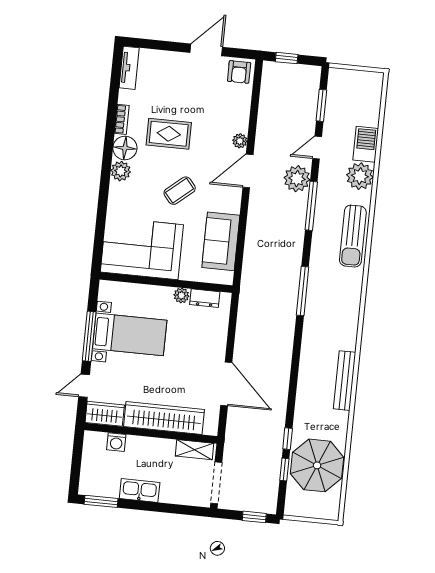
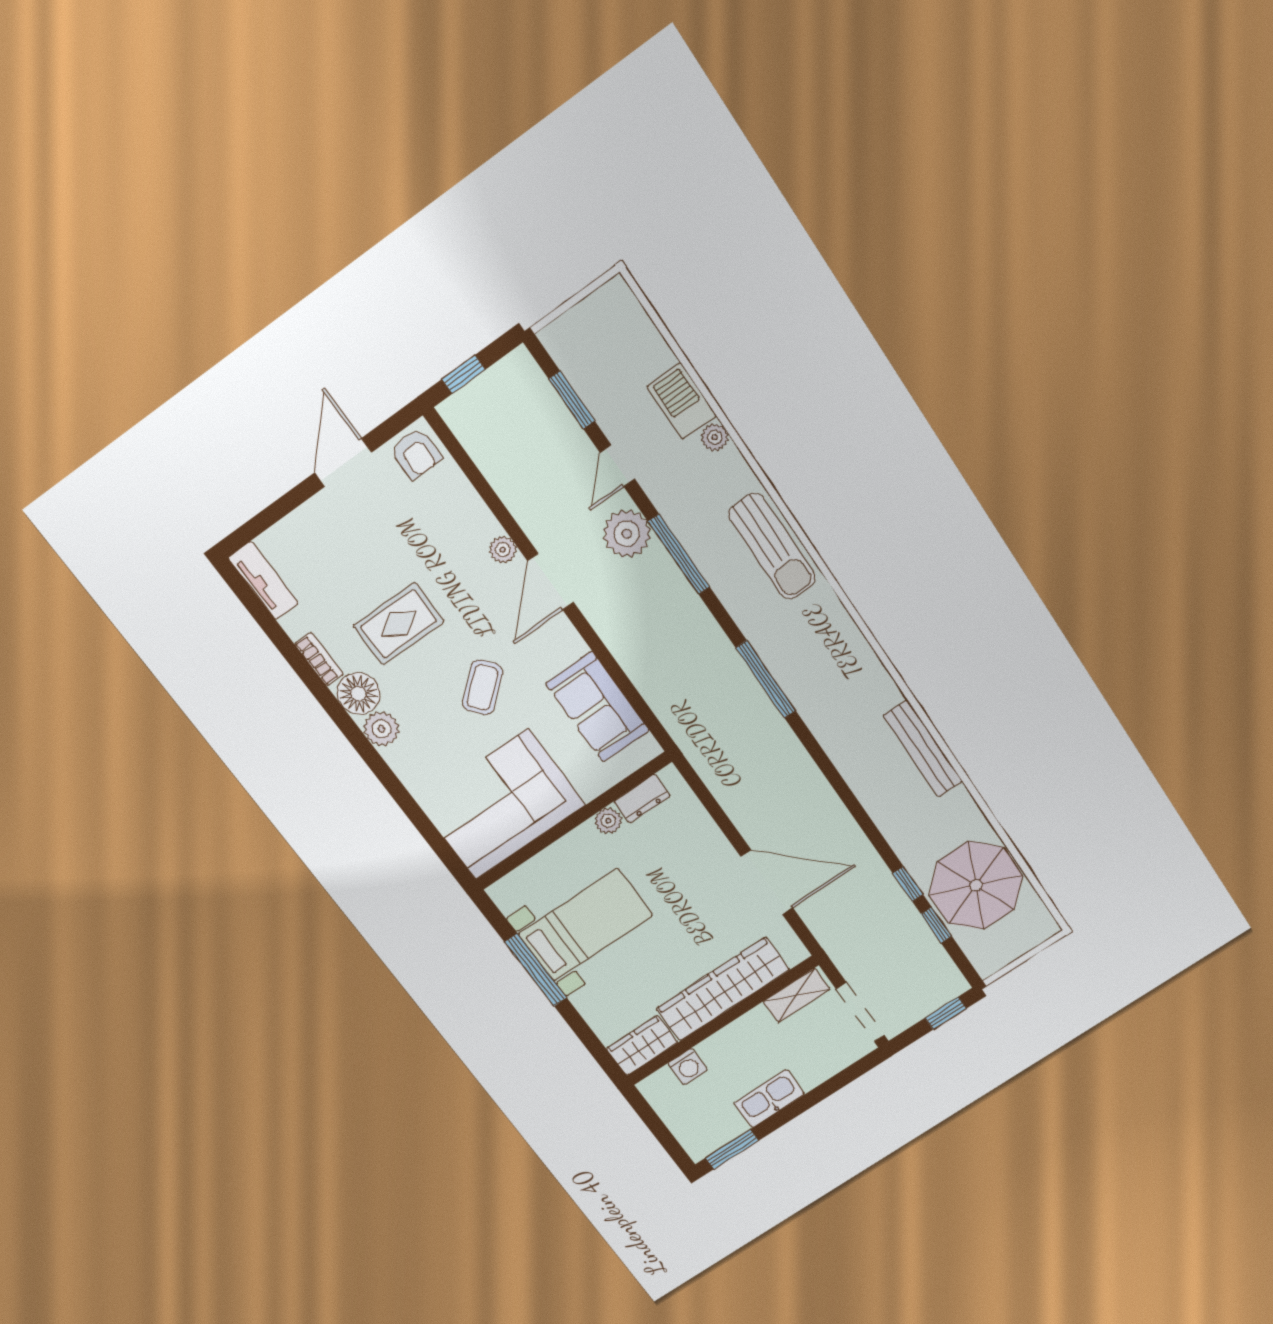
plant: (360, 176) -> (715, 437), width x0.53, depth x0.53
door: (84, 386) -> (585, 1034), removed

